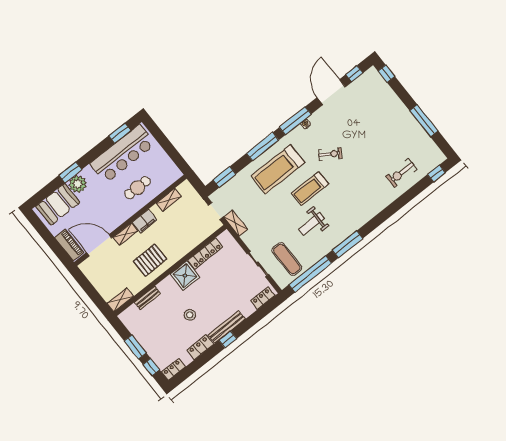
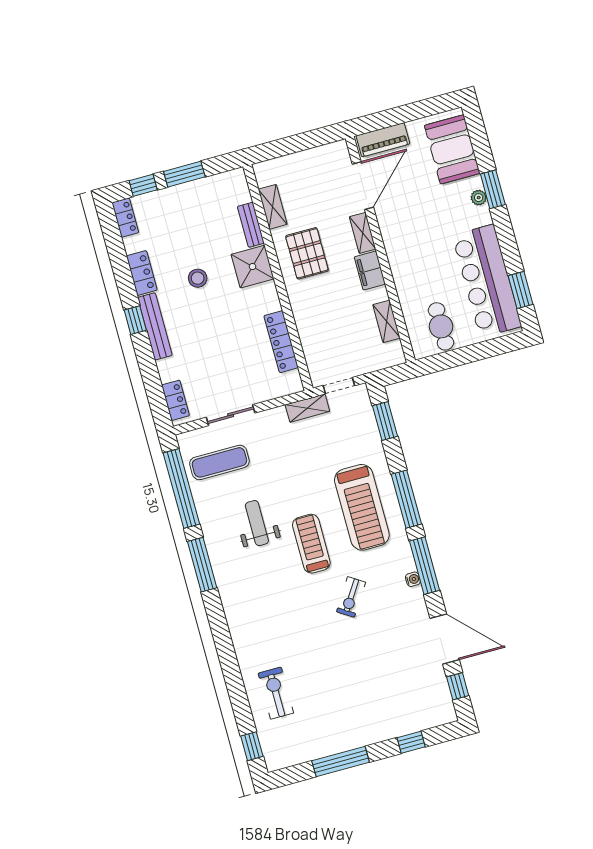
window: (386, 74) -> (411, 742), moved
treadmill: (278, 169) -> (362, 507), turned 180
plant: (78, 184) -> (479, 198), width x0.53, depth x0.53
cafe table: (138, 188) -> (441, 326), moved
shower: (185, 276) -> (253, 267), moved
shelving: (120, 300) -> (273, 207), moved

